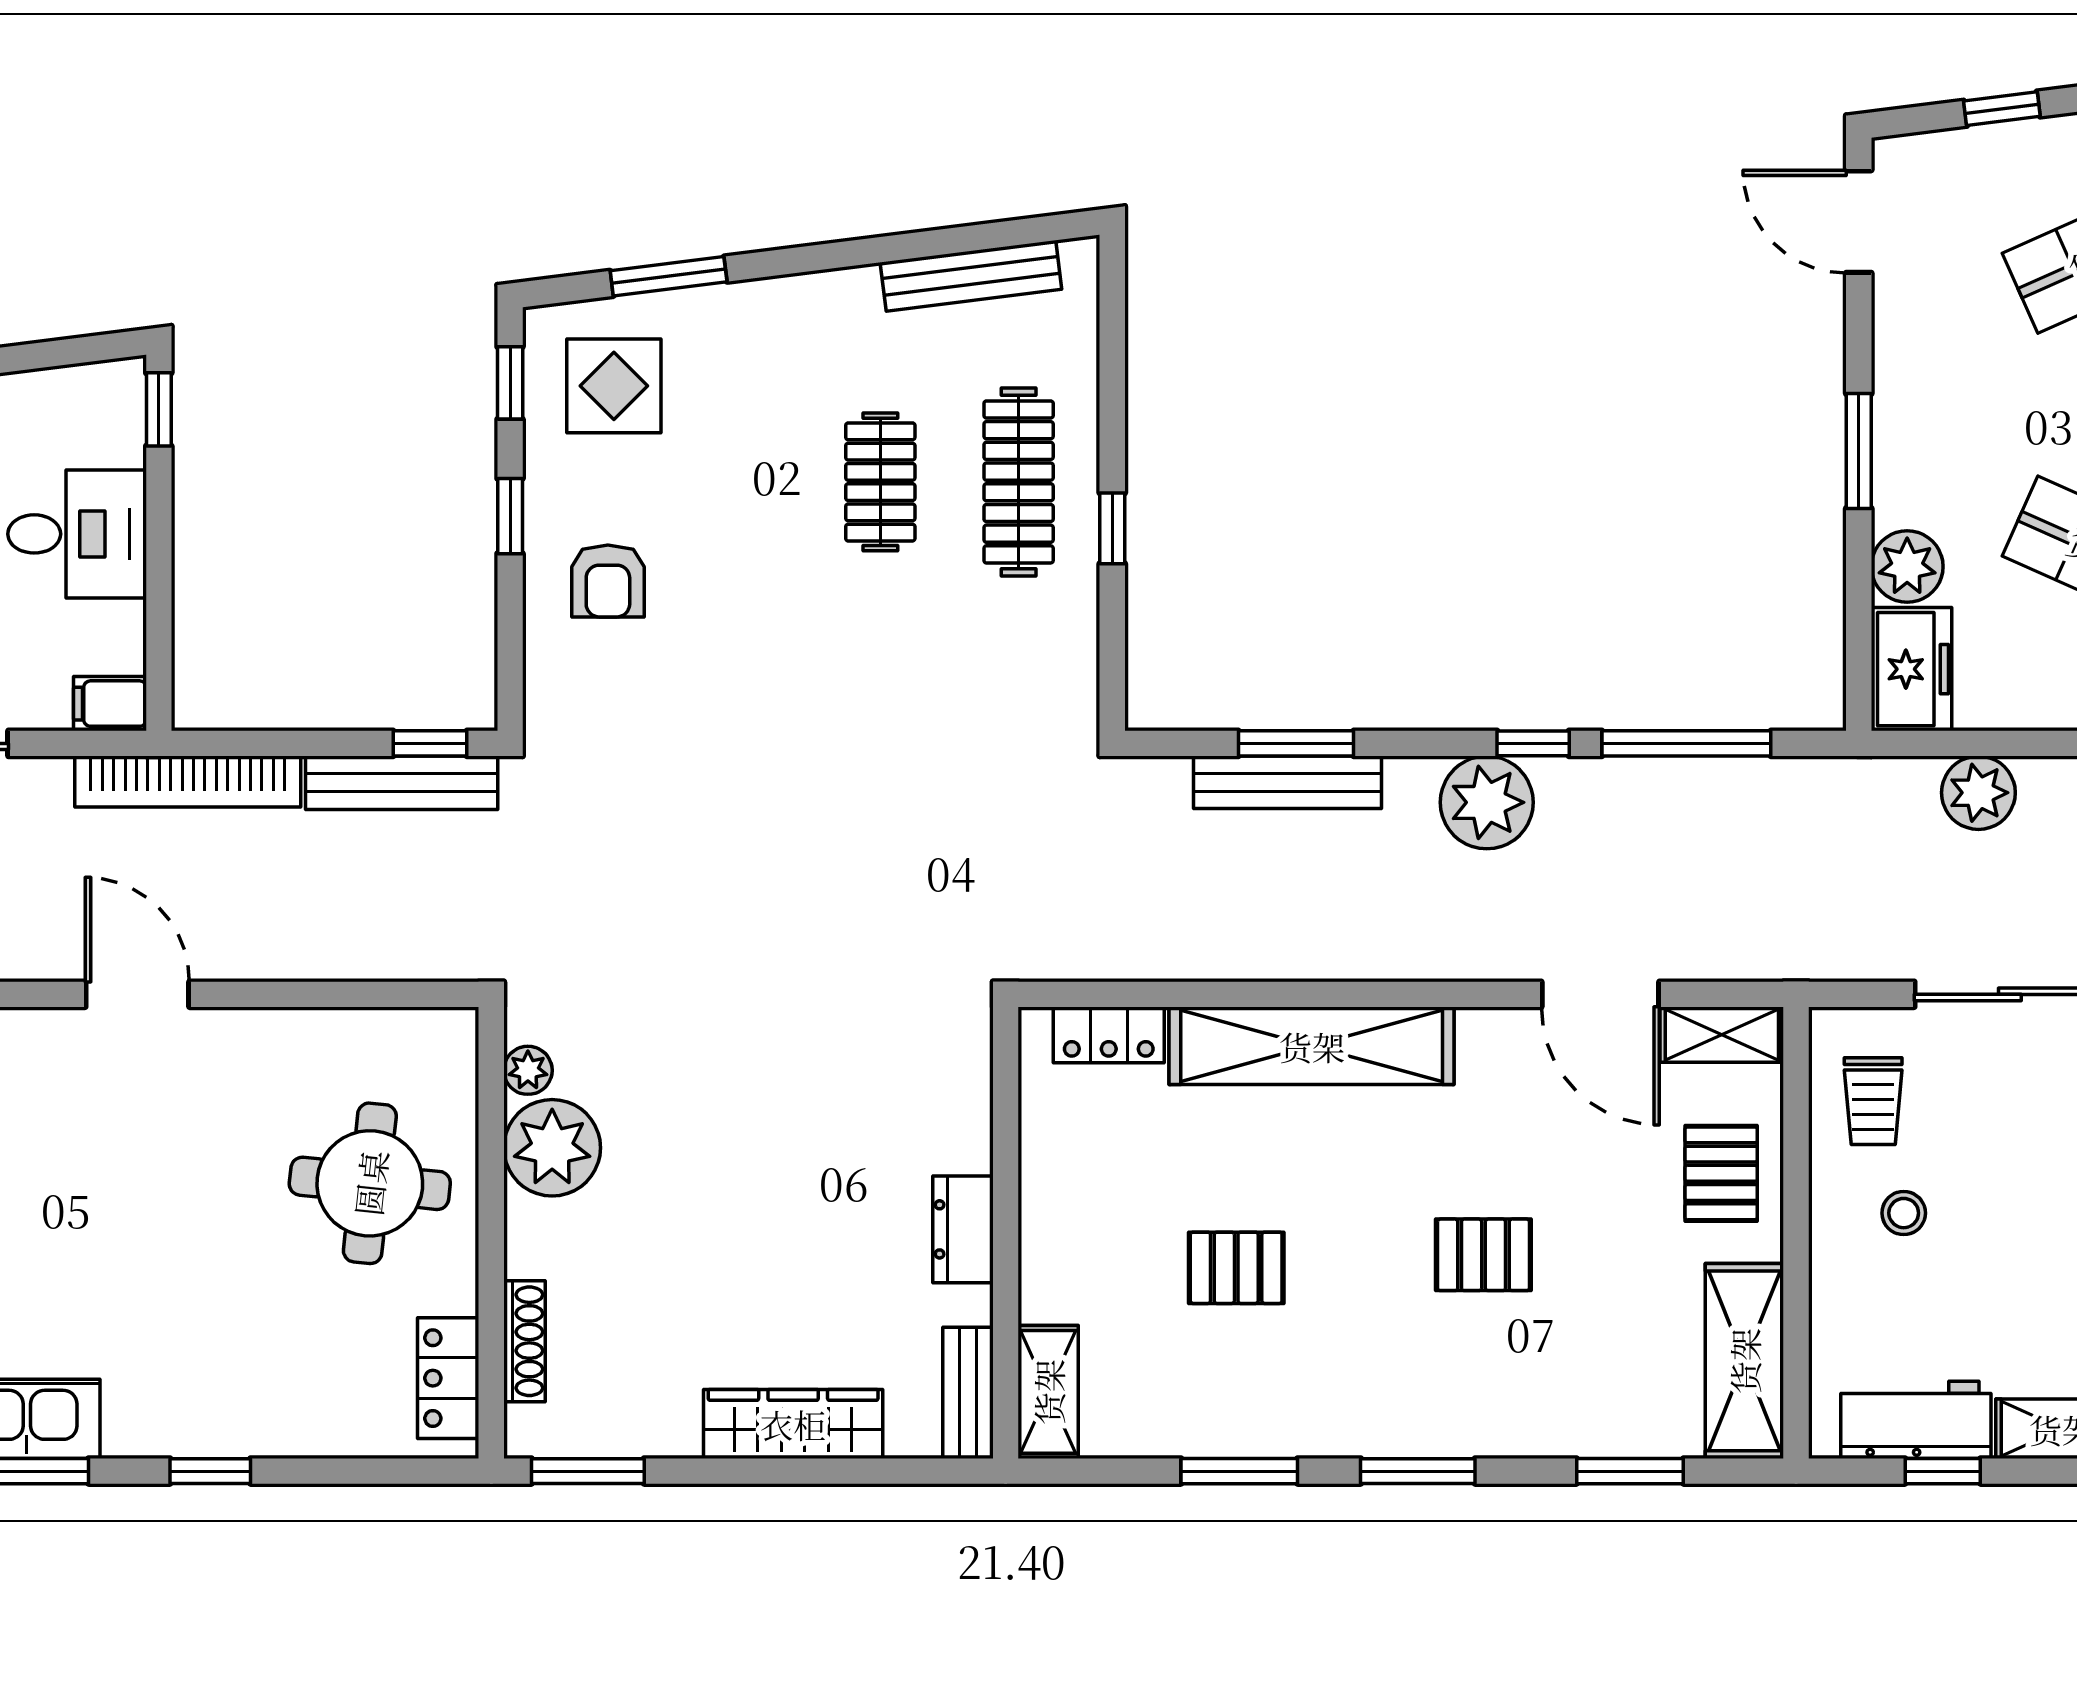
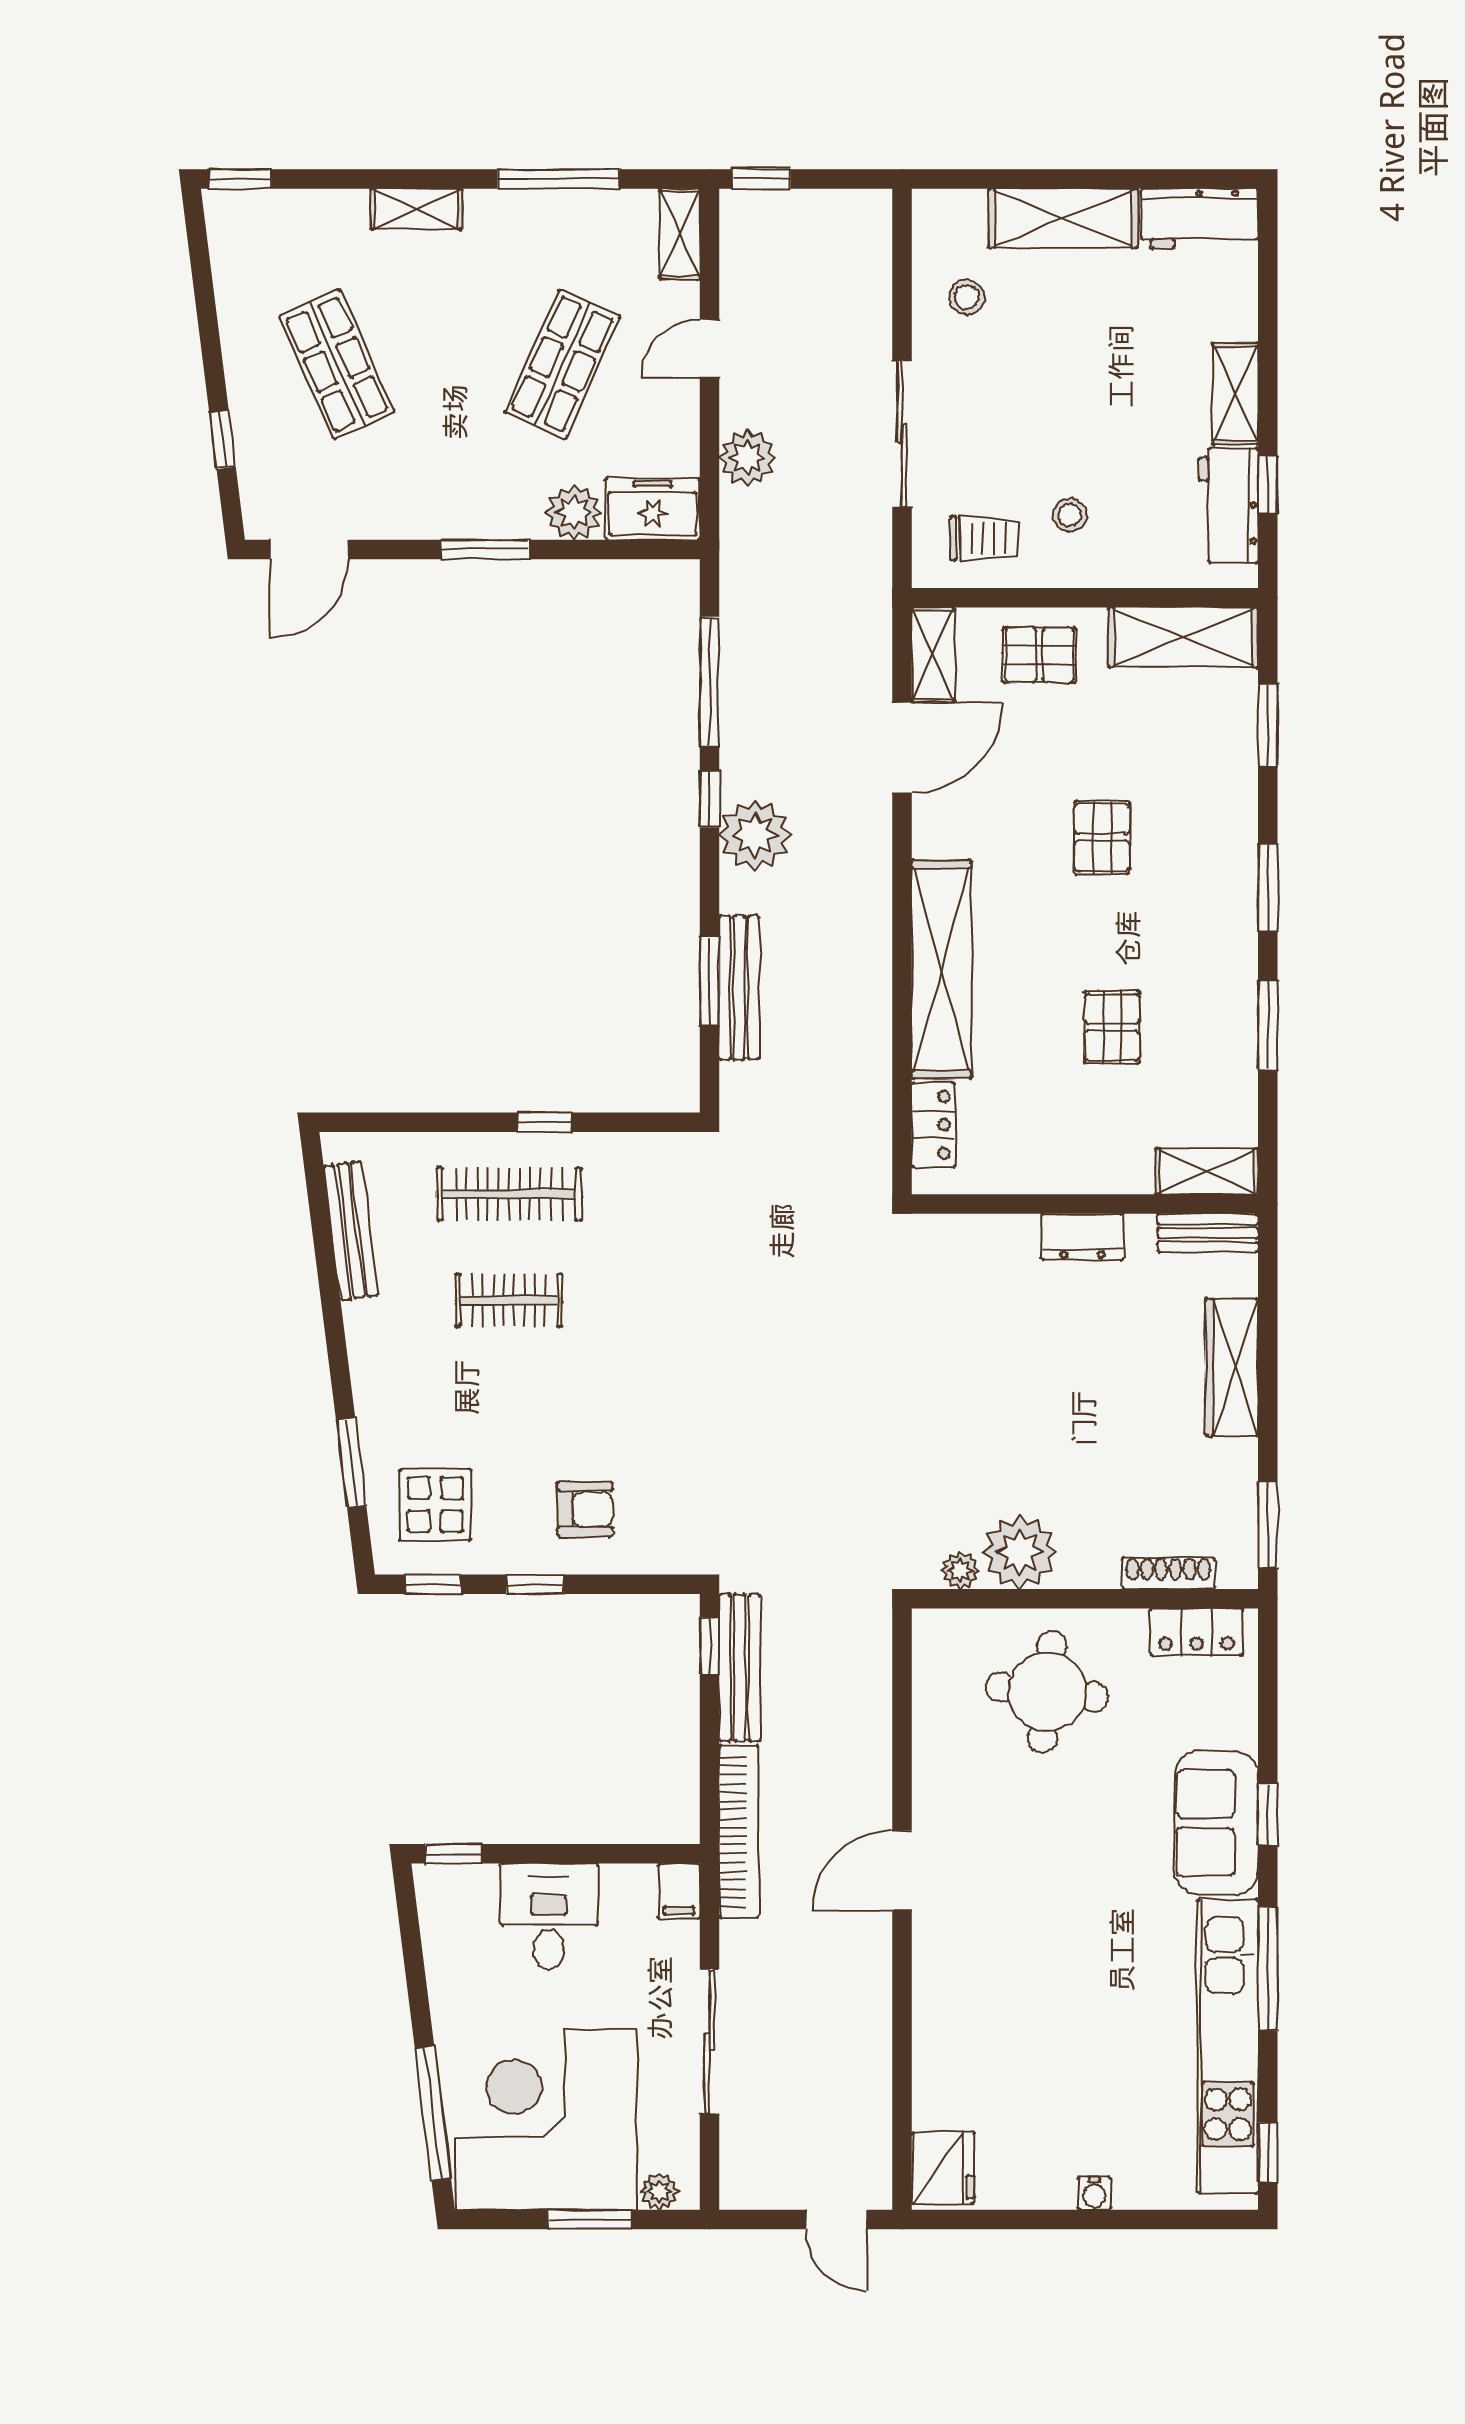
sofa: (199, 1404) -> (1216, 1823), added

